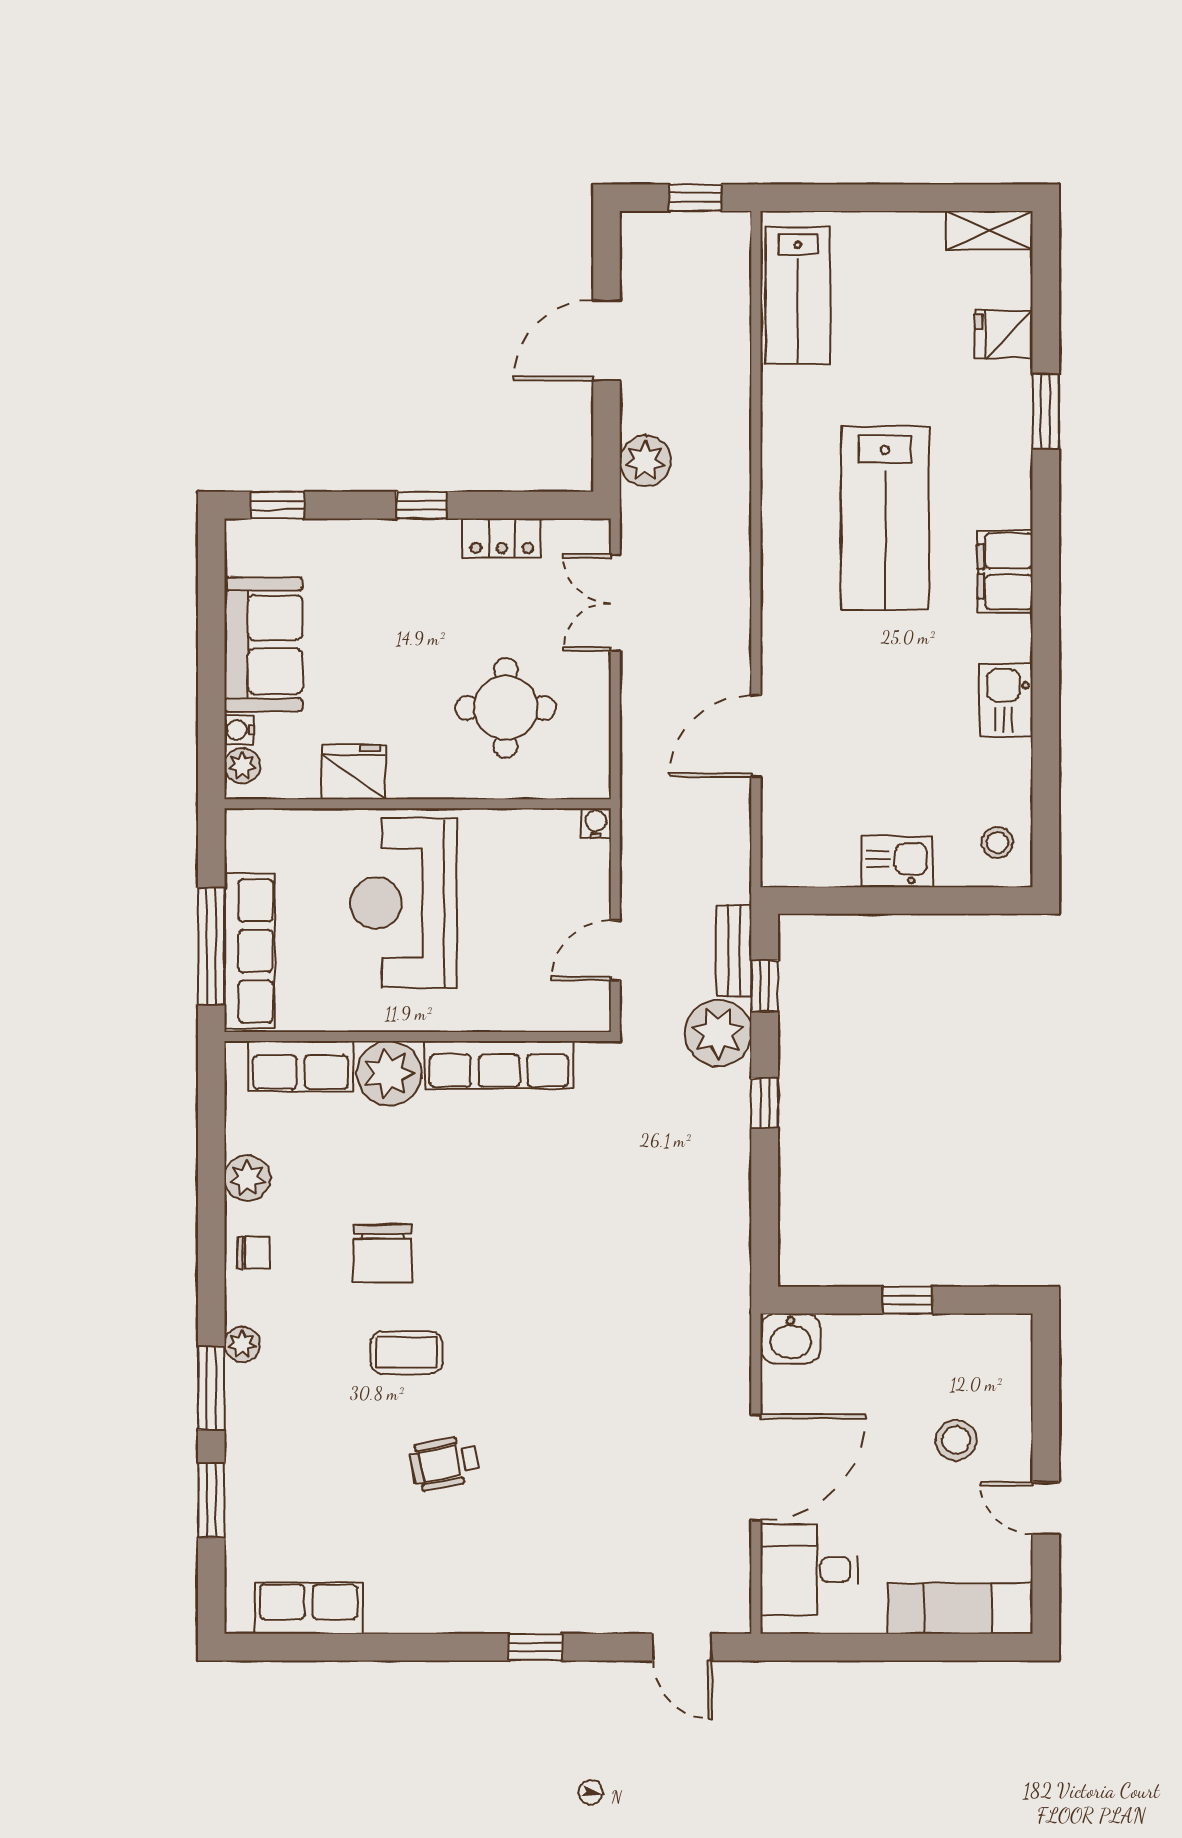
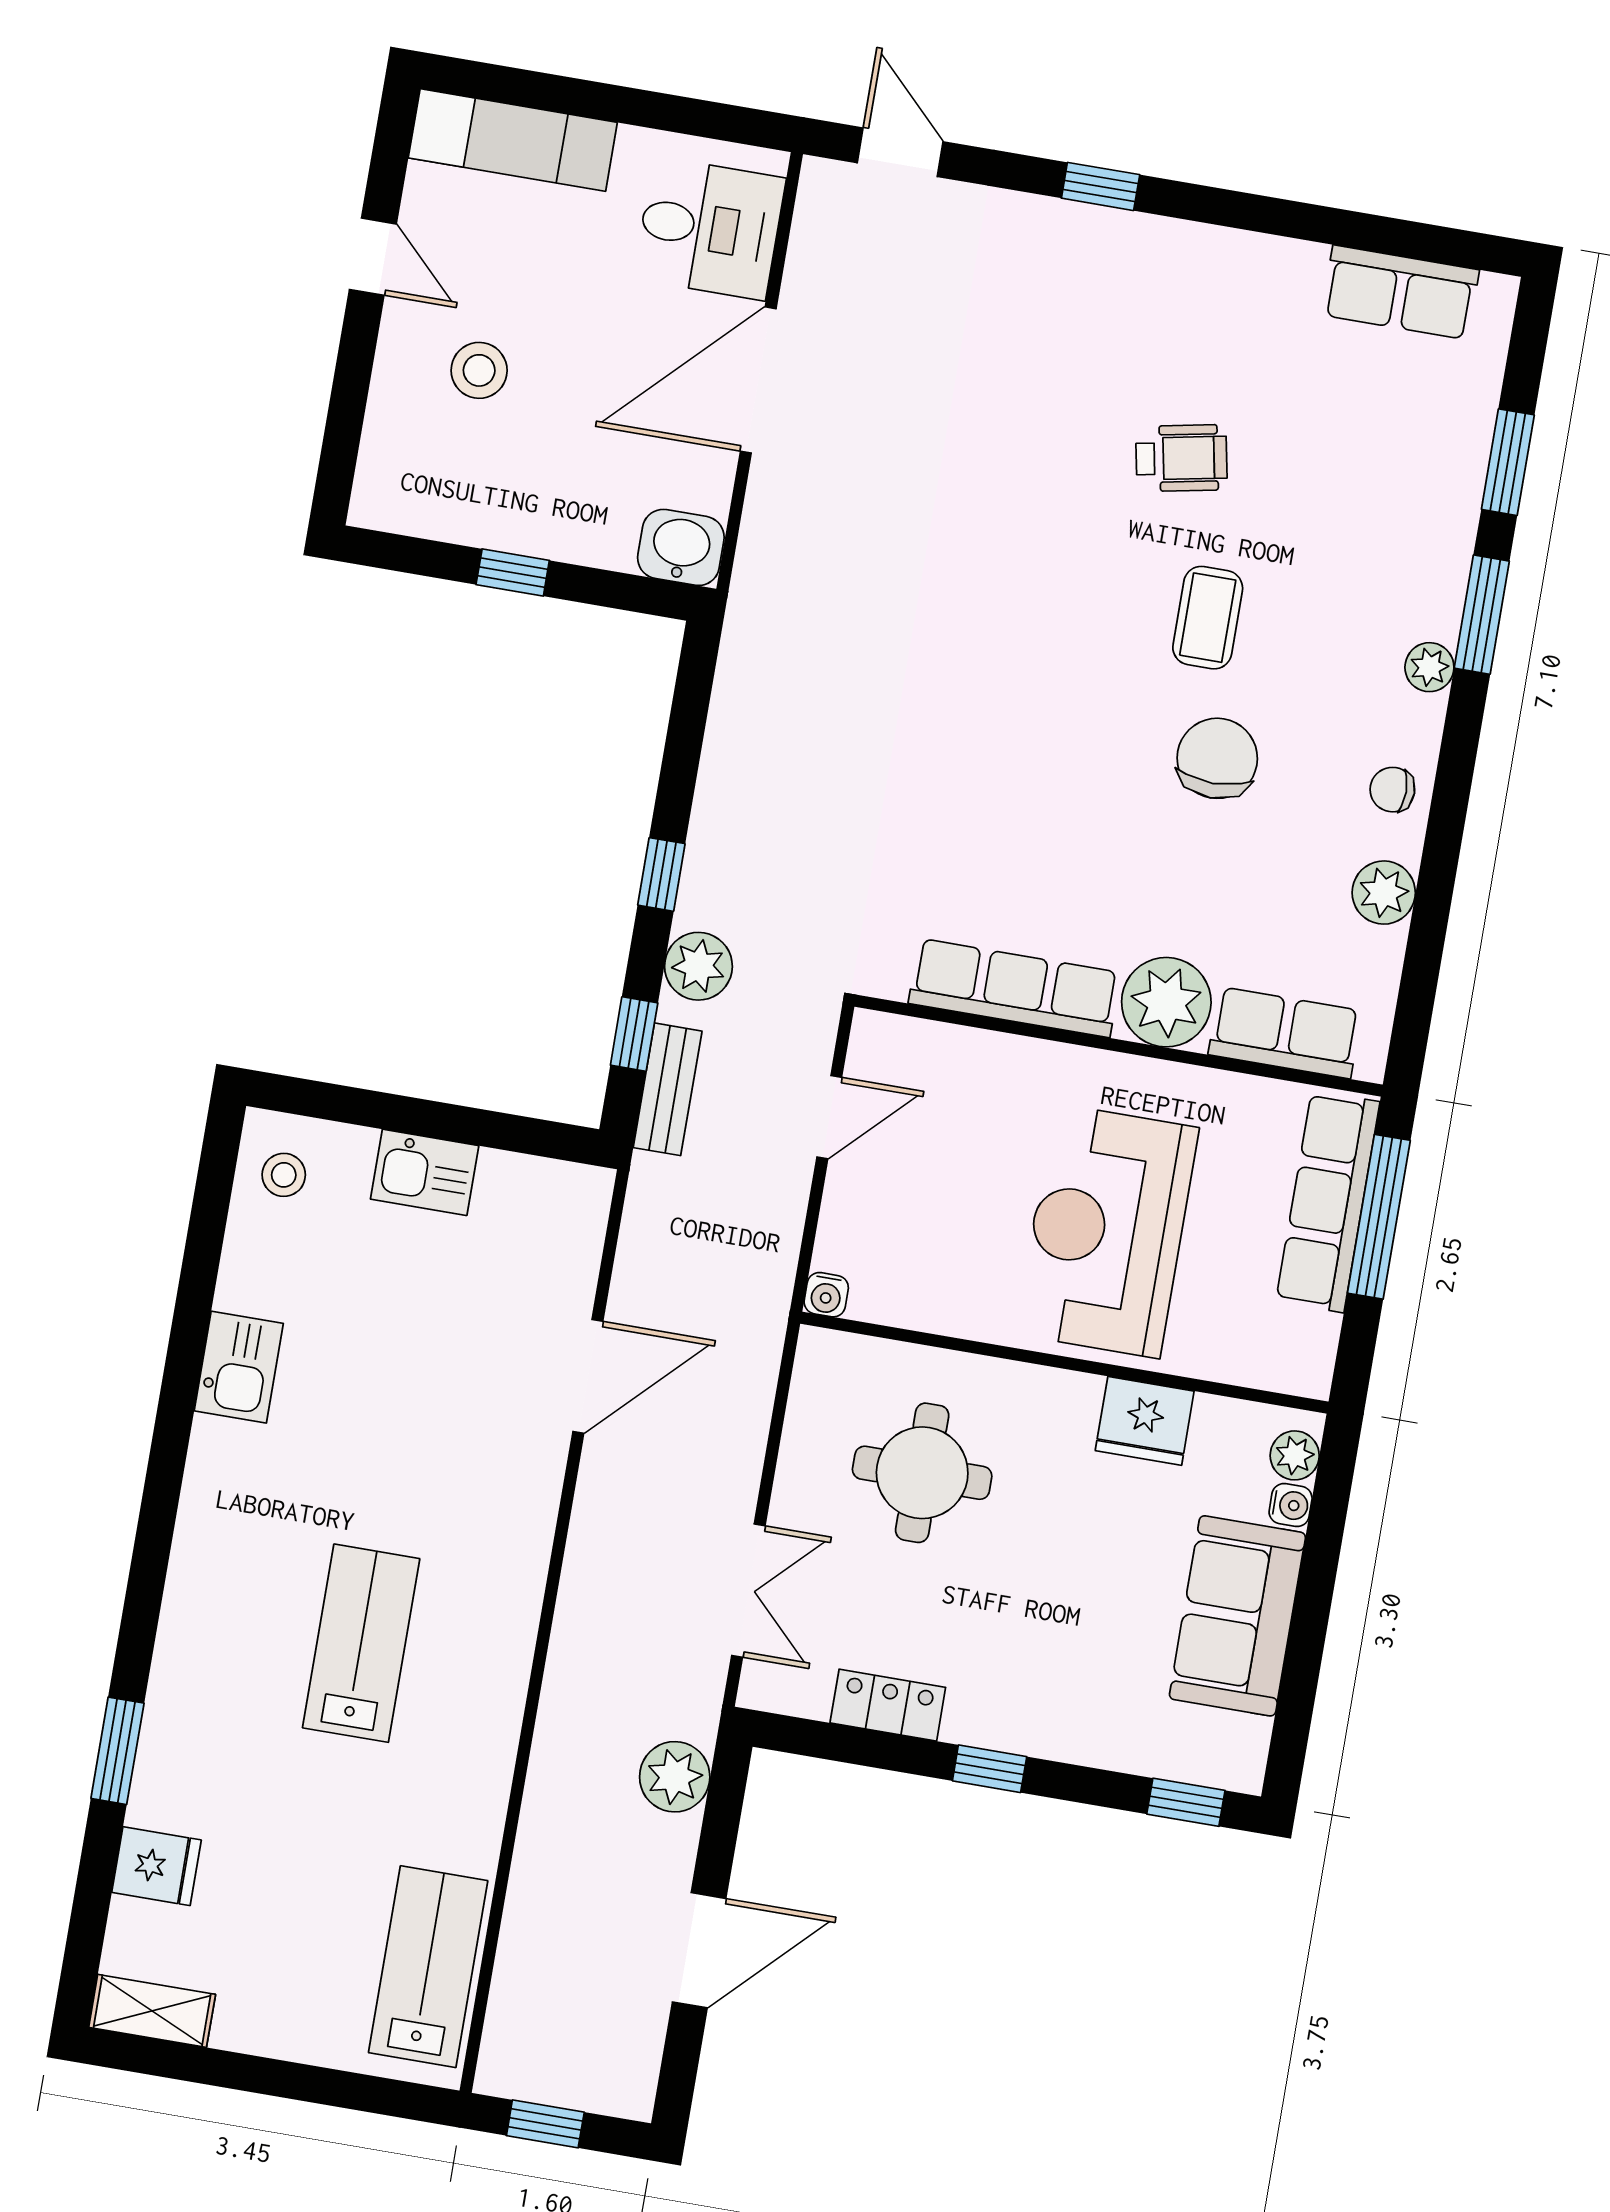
lab bench: (885, 518) -> (361, 1643), width x0.73, depth x0.72
filing cabinet: (1005, 571) -> (210, 1543), removed
reception desk: (403, 903) -> (1107, 1231), turned 180
plant: (718, 1033) -> (698, 966), width x0.73, depth x0.73
coffee table: (406, 1353) -> (1208, 618), turned 90

